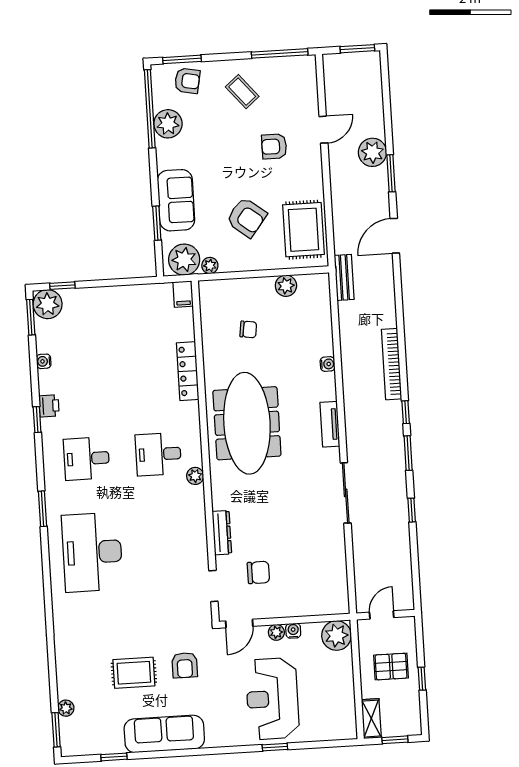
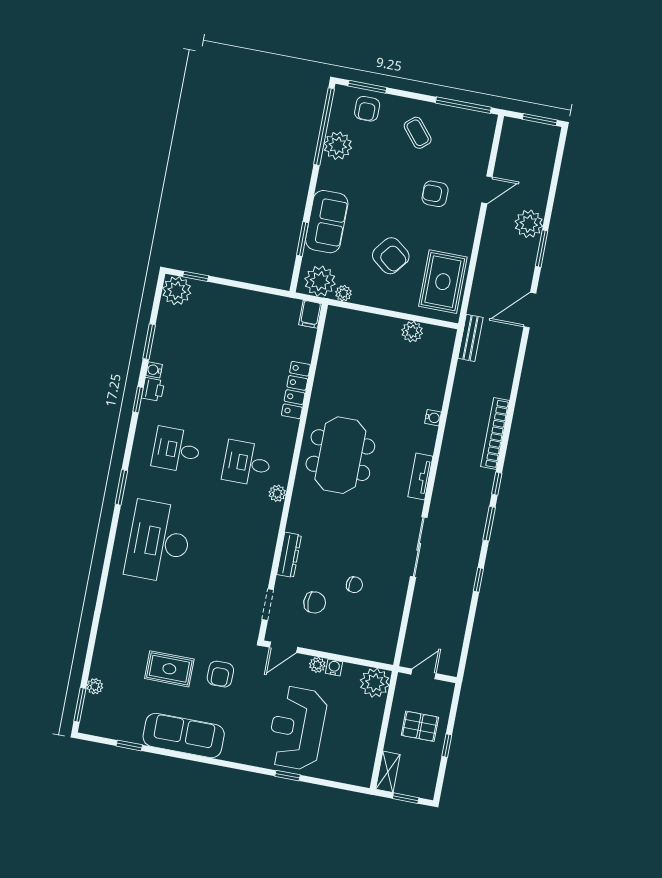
armchair: (187, 81) -> (367, 109), turned 79
window: (31, 317) -> (149, 342), moved
chair: (248, 329) -> (354, 585), moved
water cooler: (44, 361) -> (154, 370), moved
meeting table: (247, 423) -> (340, 455), width x0.73

